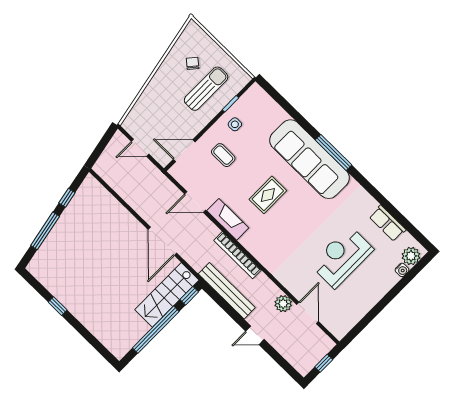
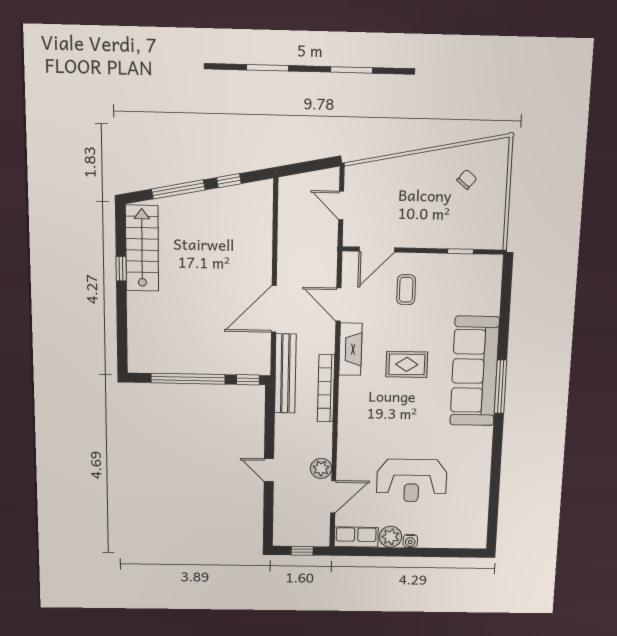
sun lounger: (206, 89) -> (454, 215), removed
side table: (235, 124) -> (445, 273), removed
door: (184, 151) -> (377, 250), swing flipped
row of seats: (387, 223) -> (356, 537), moved, turned 90
plant: (411, 256) -> (390, 537), moved
reception desk: (342, 257) -> (412, 481), turned 180
water cooler: (402, 270) -> (410, 541), moved
bench: (227, 291) -> (285, 374), moved
stairs: (167, 295) -> (142, 248), moved, turned 90

